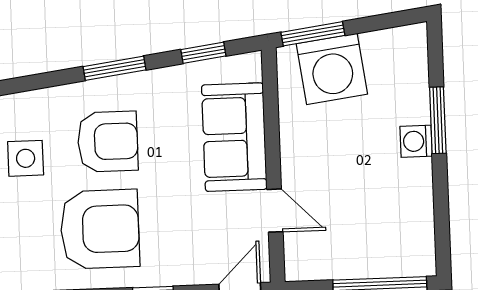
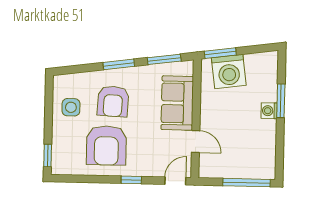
window: (203, 53) -> (164, 59), width x1.50
armchair: (108, 142) -> (113, 101), turned 93
armchair: (100, 229) -> (106, 145), turned 90

